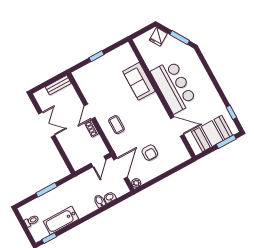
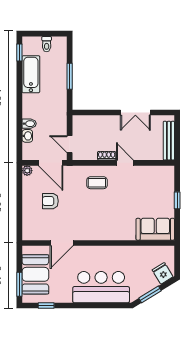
sofa: (139, 81) -> (155, 229), moved
bench: (58, 85) -> (169, 141), width x1.36
bar counter: (174, 86) -> (101, 287), moved, turned 180

